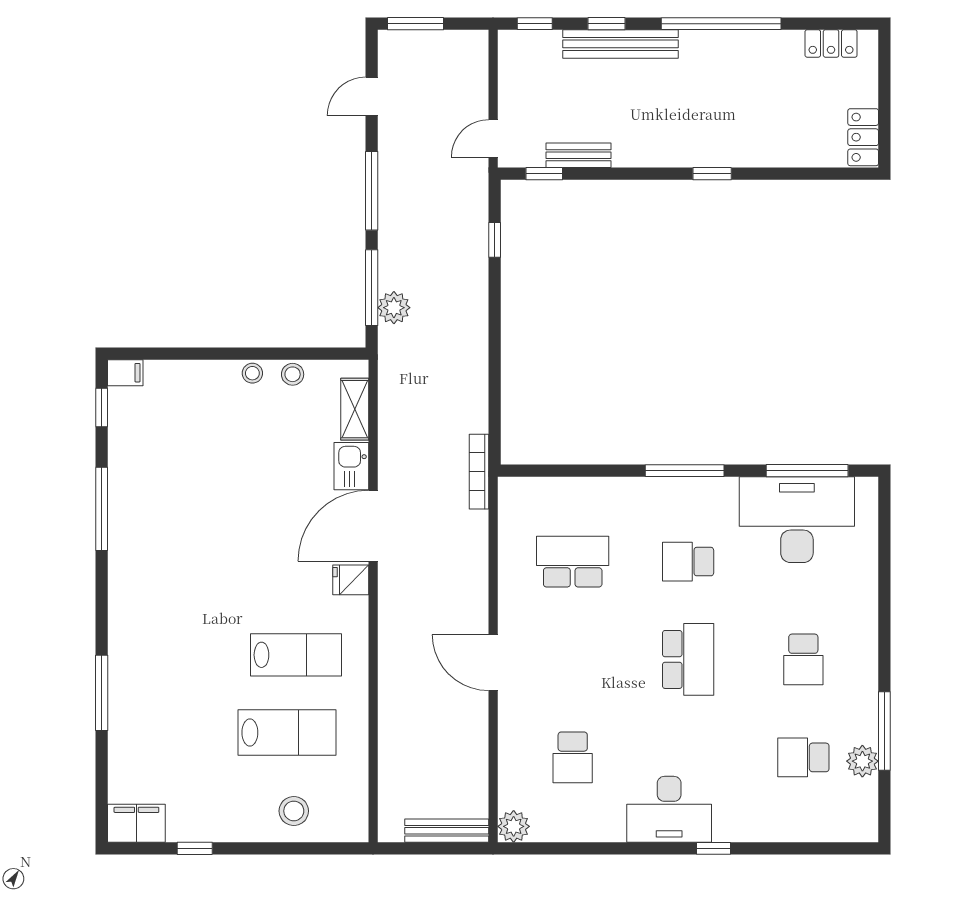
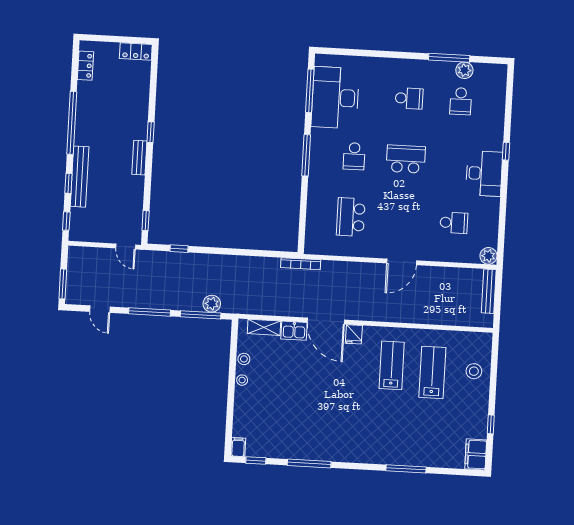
bench: (578, 155) -> (139, 158), moved

